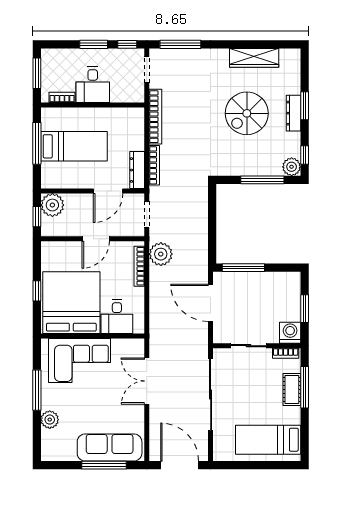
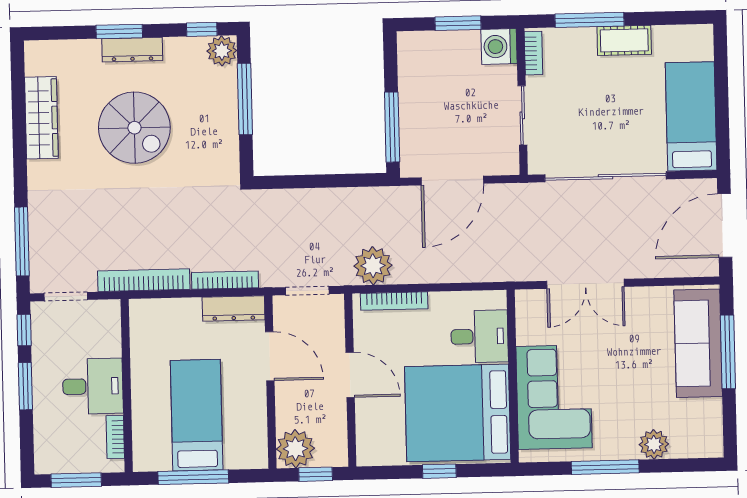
cot: (292, 389) -> (624, 40), moved
bed: (268, 440) -> (691, 116), moved, turned 180

